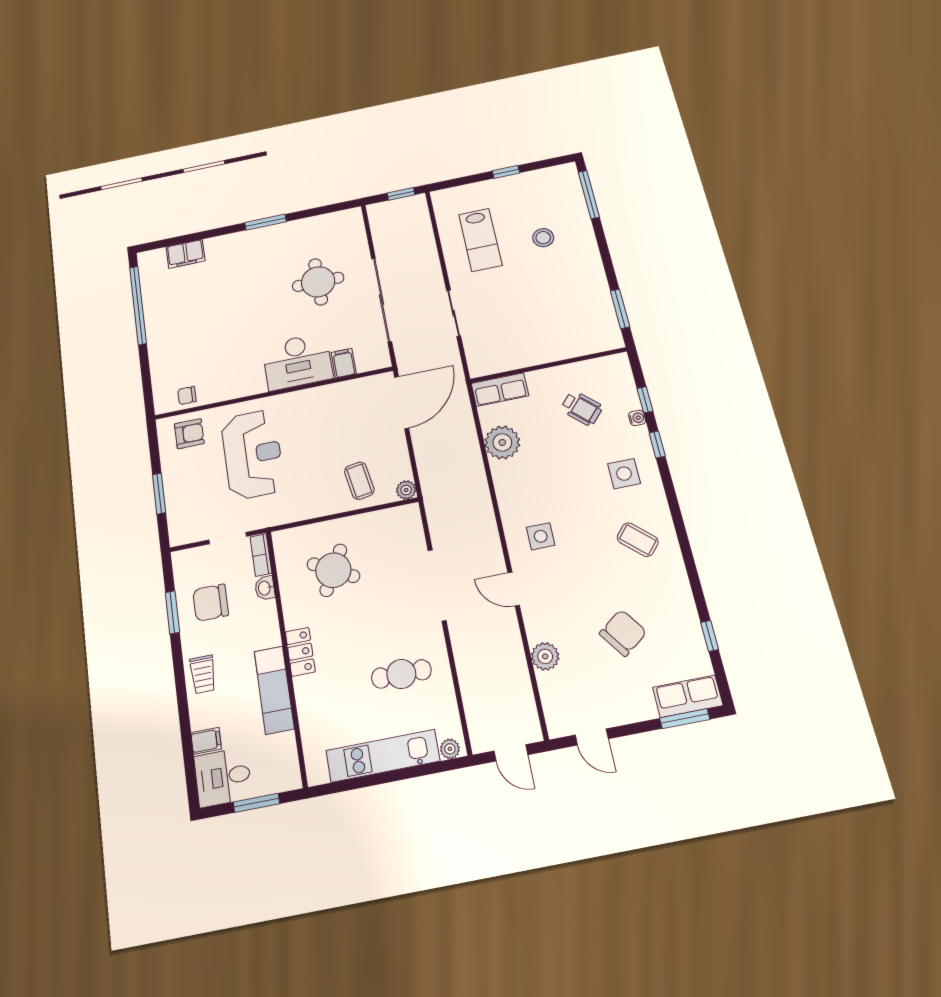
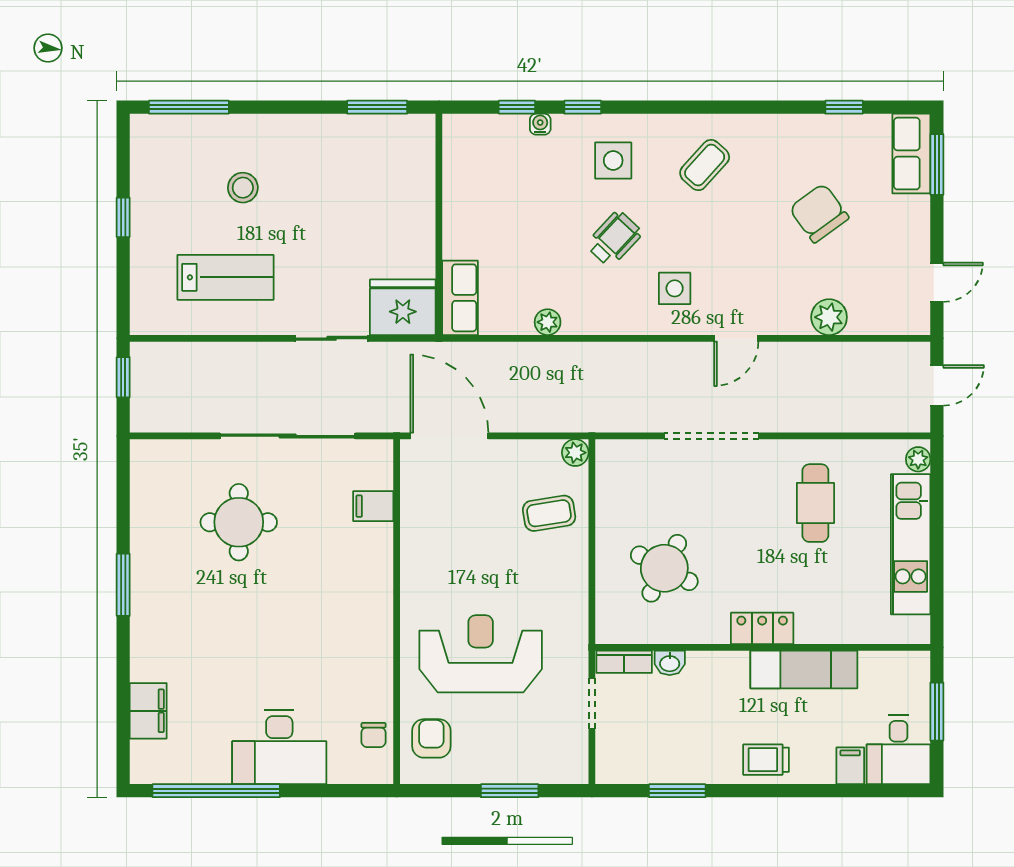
fridge: (485, 354) -> (403, 307), added
desk: (297, 361) -> (279, 747), moved, turned 90
wheelchair: (582, 408) -> (614, 239), moved
plant: (502, 442) -> (548, 322), width x0.53, depth x0.53
chair: (211, 603) -> (675, 738), removed
trolley: (203, 674) -> (766, 760), turned 180

